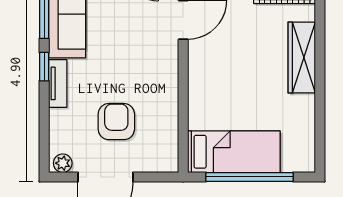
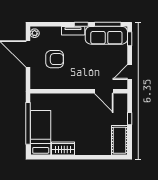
wardrobe: (302, 58) -> (63, 148), moved, width x0.67
bed: (234, 152) -> (41, 133), moved, turned 180

